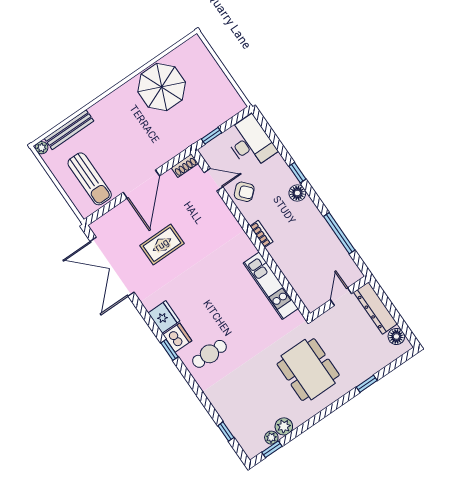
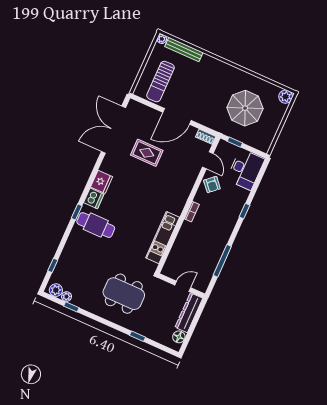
plant: (195, 46) -> (286, 97), added
parasol: (162, 87) -> (245, 108), moved
floor lamp: (297, 193) -> (232, 219), removed
window: (169, 350) -> (77, 212), moved
cafe table: (209, 354) -> (96, 225), width x1.37, depth x1.35
dining table: (308, 370) -> (124, 294), turned 90
plant: (284, 426) -> (56, 290), moved
window: (272, 449) -> (71, 307), moved

